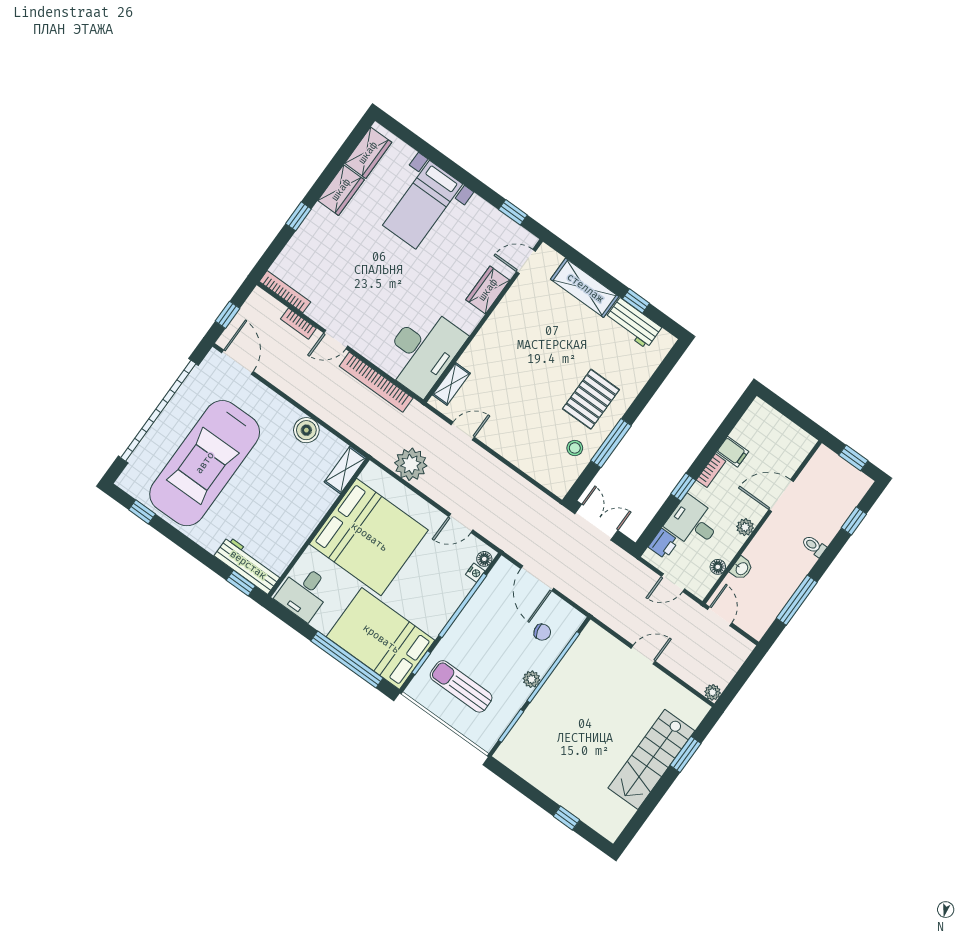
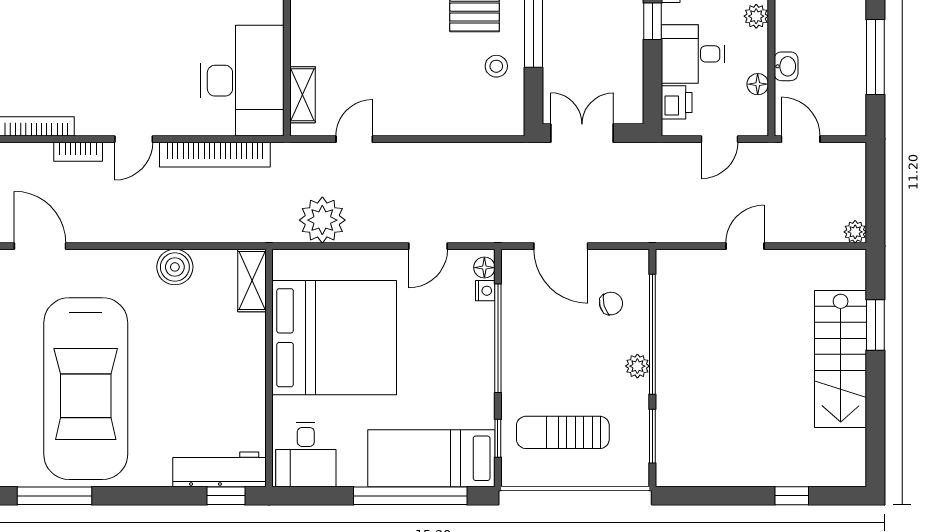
window: (142, 512) -> (54, 496), width x2.17
bed: (381, 639) -> (431, 458), width x0.67

